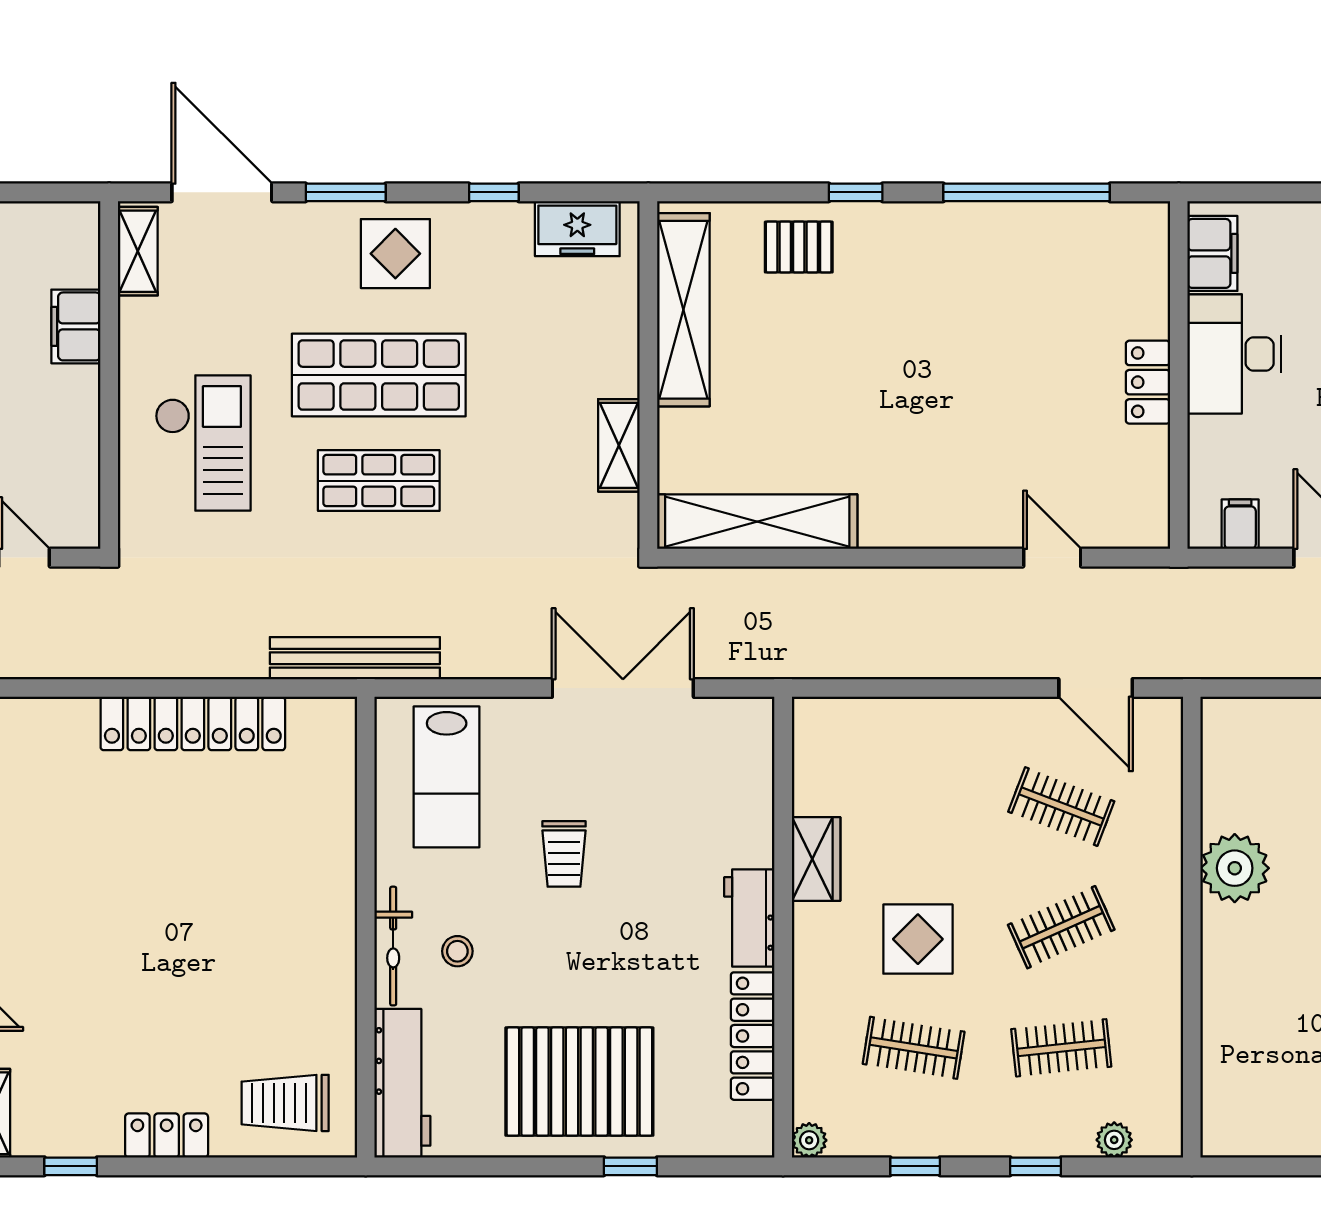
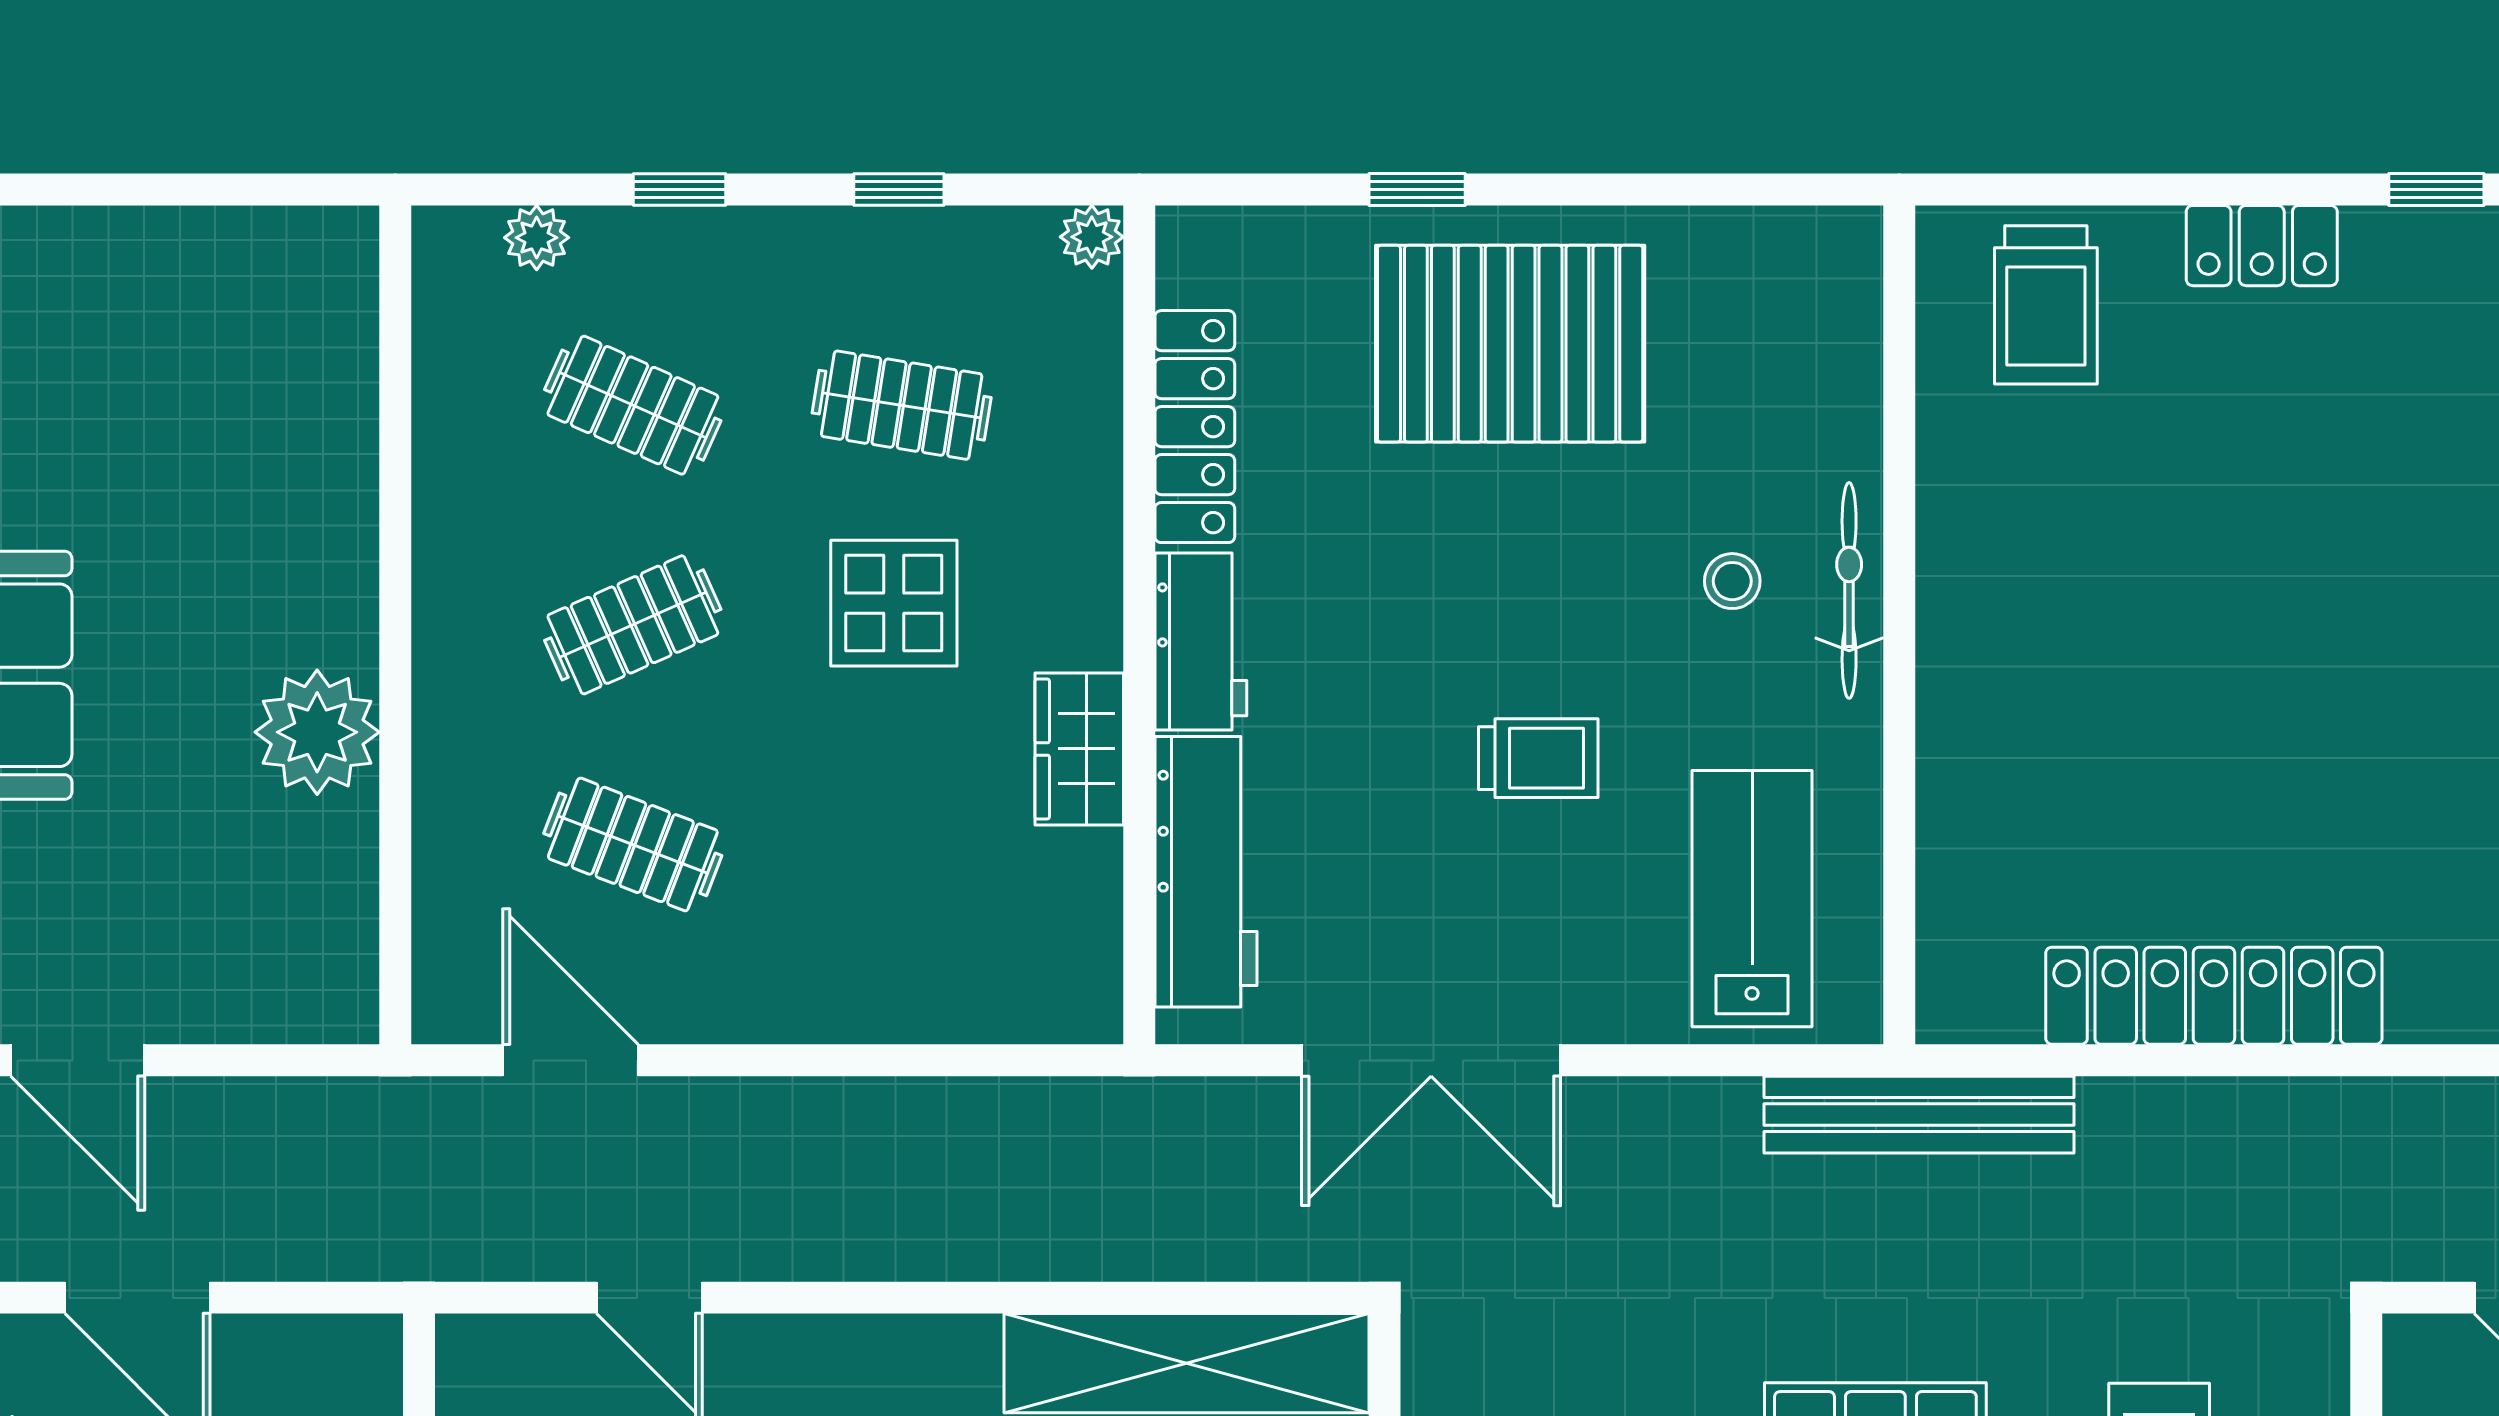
filing cabinet: (1240, 524) -> (307, 1359), removed
trolley: (564, 854) -> (1538, 758), turned 90
clothes rail: (1061, 1048) -> (633, 405), turned 30
workbench: (402, 1083) -> (1206, 872), moved, turned 180
trolley: (285, 1103) -> (2046, 305), turned 90

